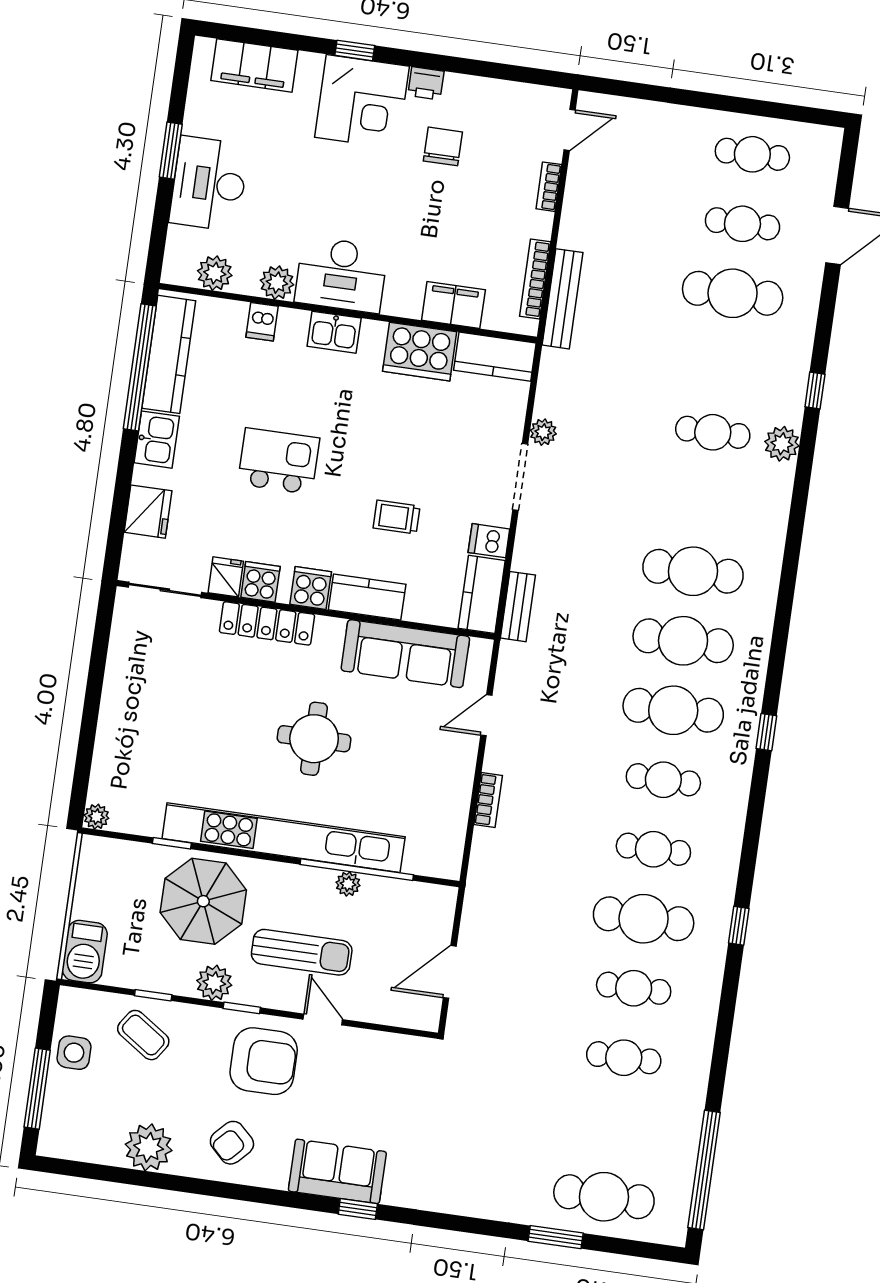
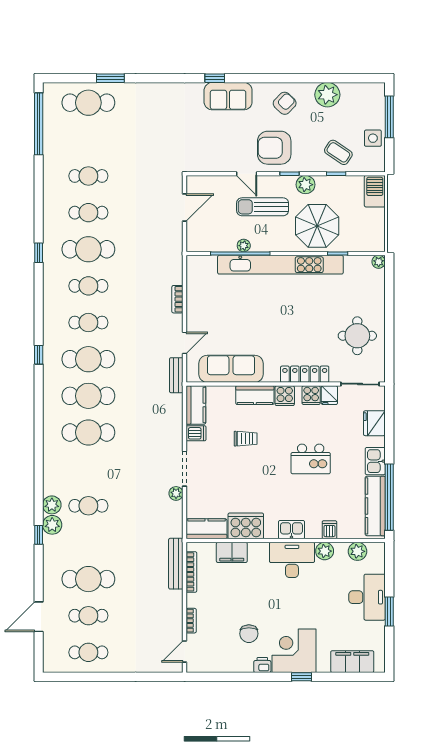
plant: (787, 406) -> (52, 525), added
bench: (518, 607) -> (176, 375), moved
round table: (314, 739) -> (357, 336), moved

